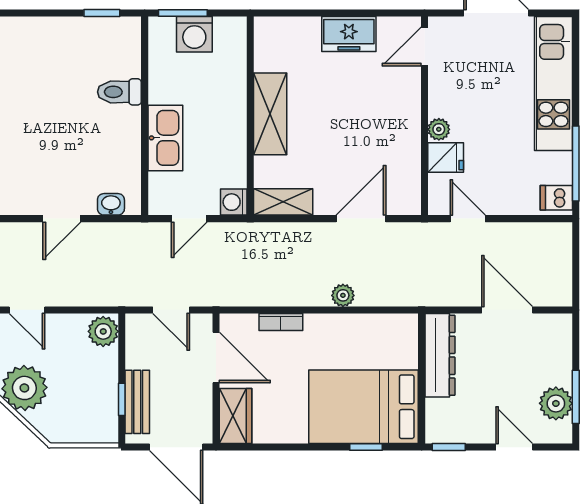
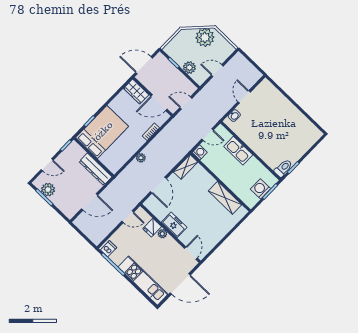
freezer: (349, 34) -> (174, 225), moved, turned 90
toilet: (119, 92) -> (283, 168), moved
shelving: (270, 114) -> (225, 198), moved
door: (189, 219) -> (208, 135), swing flipped
door: (27, 310) -> (217, 71), moved
plant: (103, 331) -> (189, 68), moved
bench: (137, 402) -> (168, 67), removed

